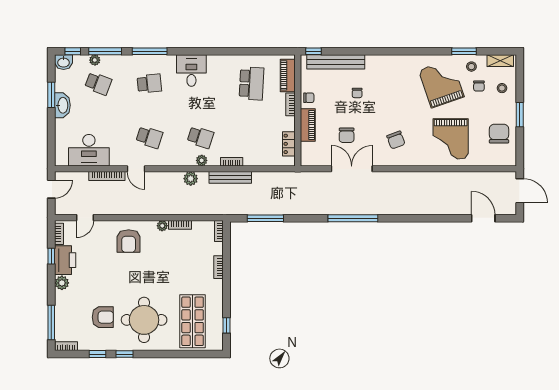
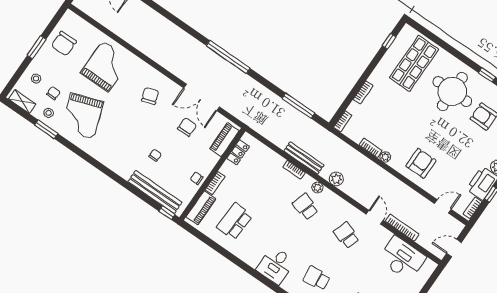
piano: (308, 125) -> (224, 140), moved

